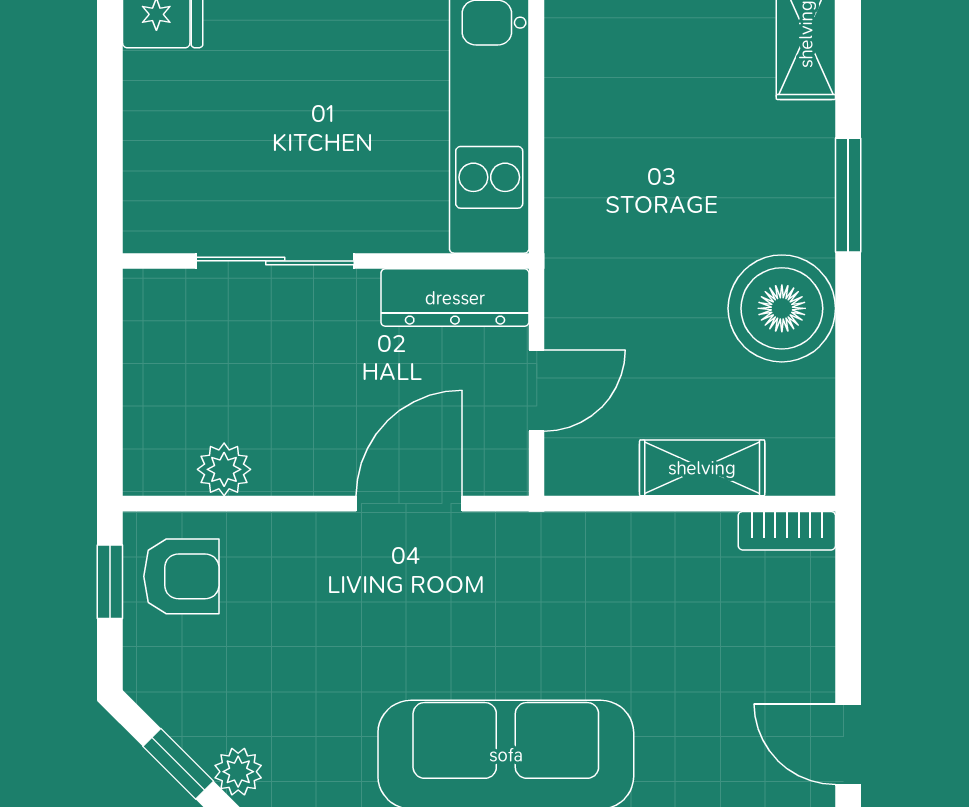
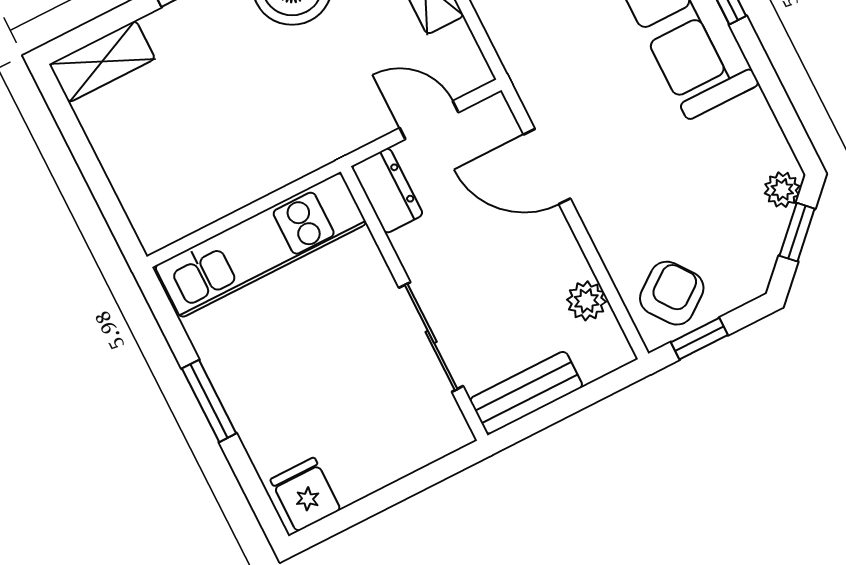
dresser: (455, 298) -> (387, 191), width x0.70
bench: (150, 341) -> (526, 393), added
armchair: (181, 576) -> (672, 293), turned 53

